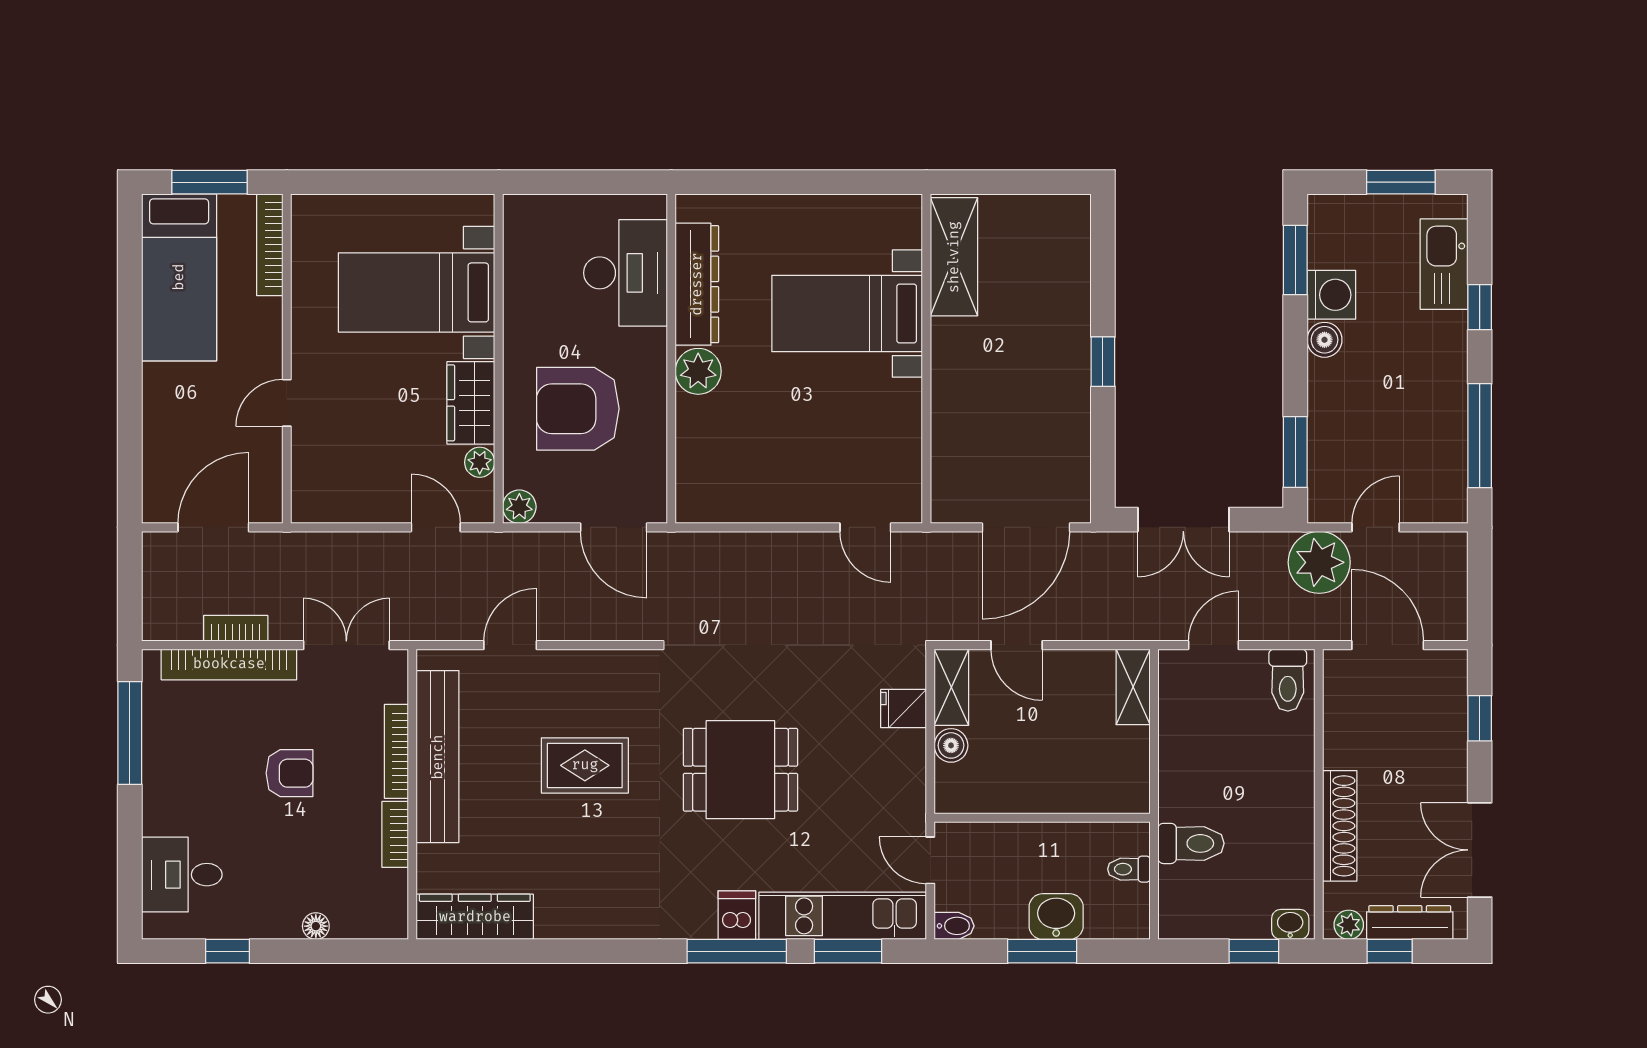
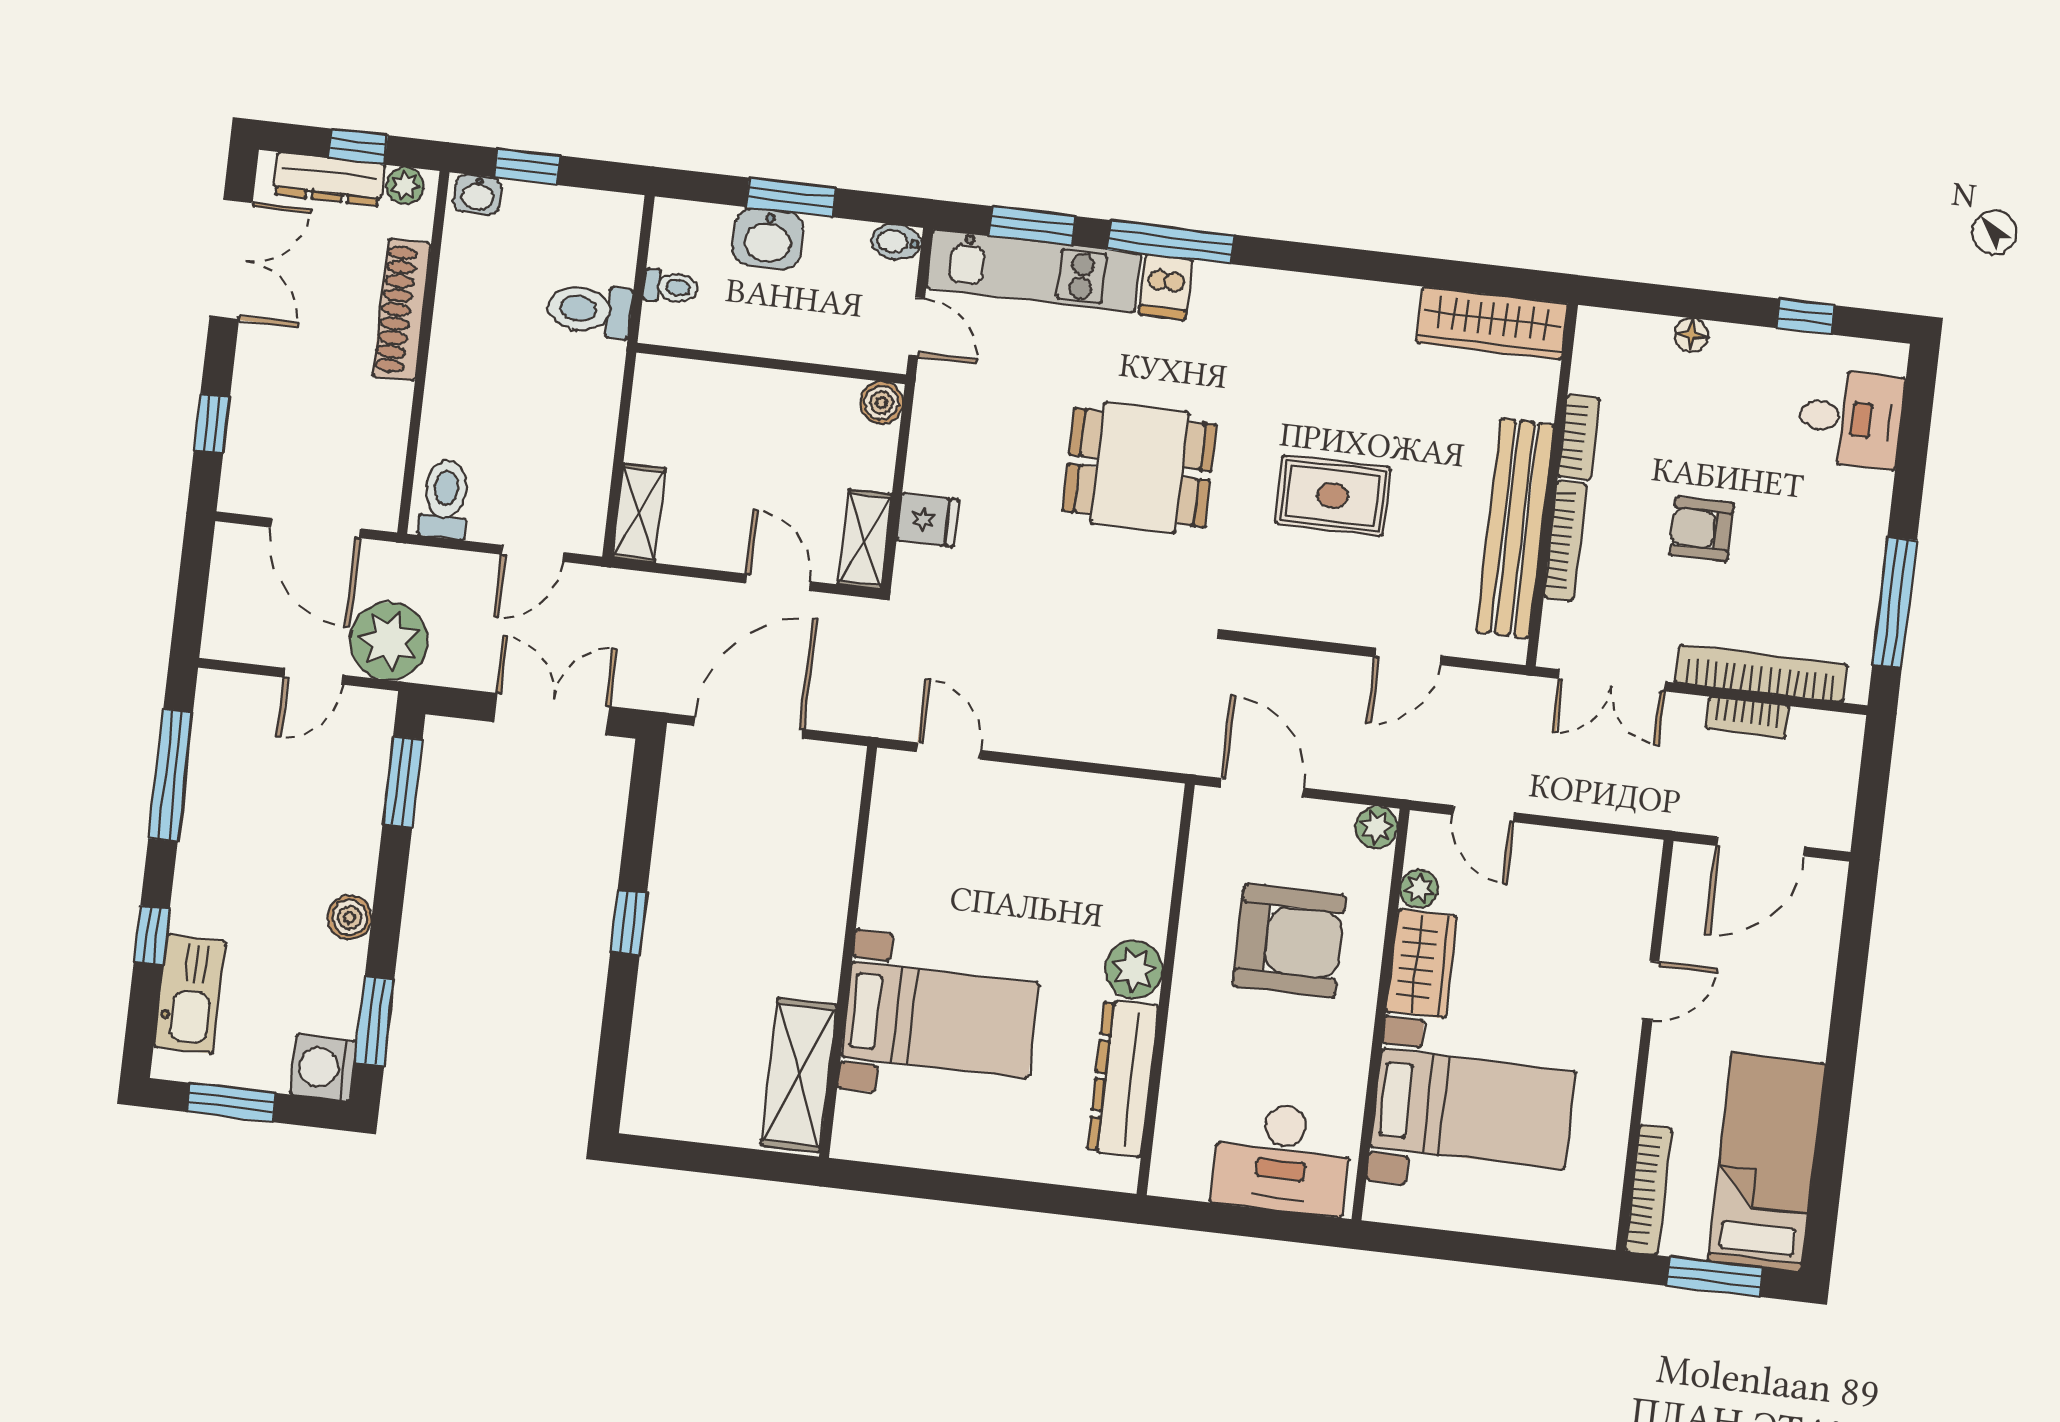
desk: (626, 273) -> (1282, 1158), moved, turned -90
washing machine: (1331, 295) -> (323, 1068), moved
boiler: (951, 745) -> (882, 403), moved

